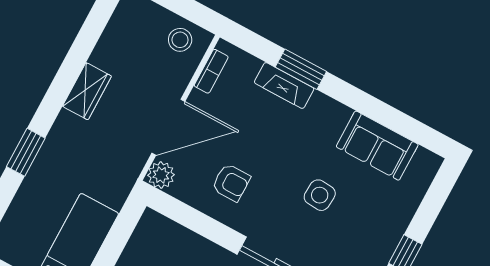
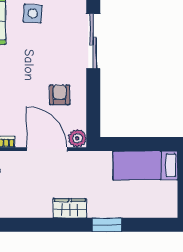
wardrobe: (87, 91) -> (70, 208), moved
side table: (320, 195) -> (33, 14), moved

